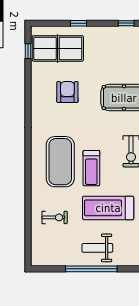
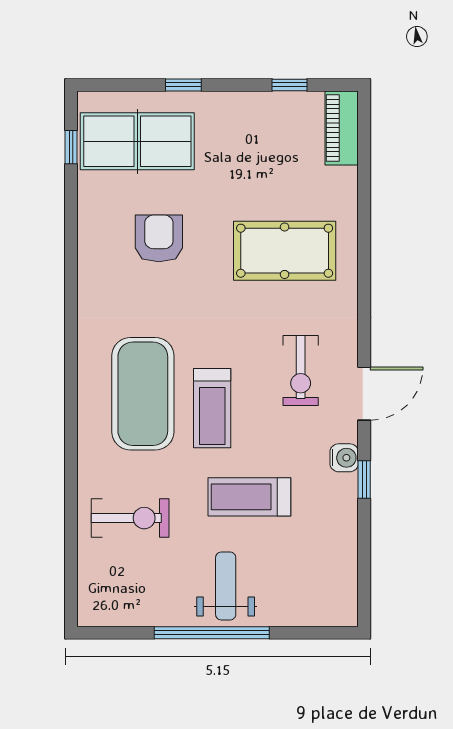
treadmill: (108, 208) -> (249, 497), width x0.73, depth x0.73
exercise bike: (55, 217) -> (130, 518), width x1.38, depth x1.39
weight bench: (97, 248) -> (226, 586), turned 90

